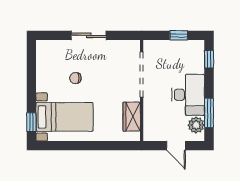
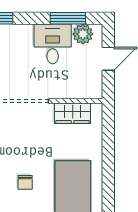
desk: (188, 95) -> (53, 44), width x0.73

